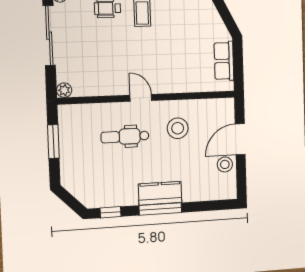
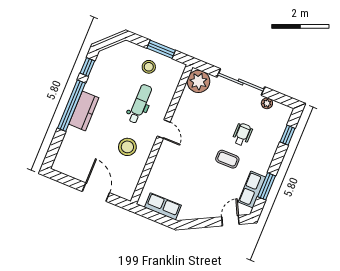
plant: (64, 90) -> (198, 81), width x1.88, depth x1.88
door: (141, 98) -> (164, 129), hinge flipped
stool: (225, 164) -> (149, 67), moved
window: (160, 209) -> (72, 106), width x1.46

